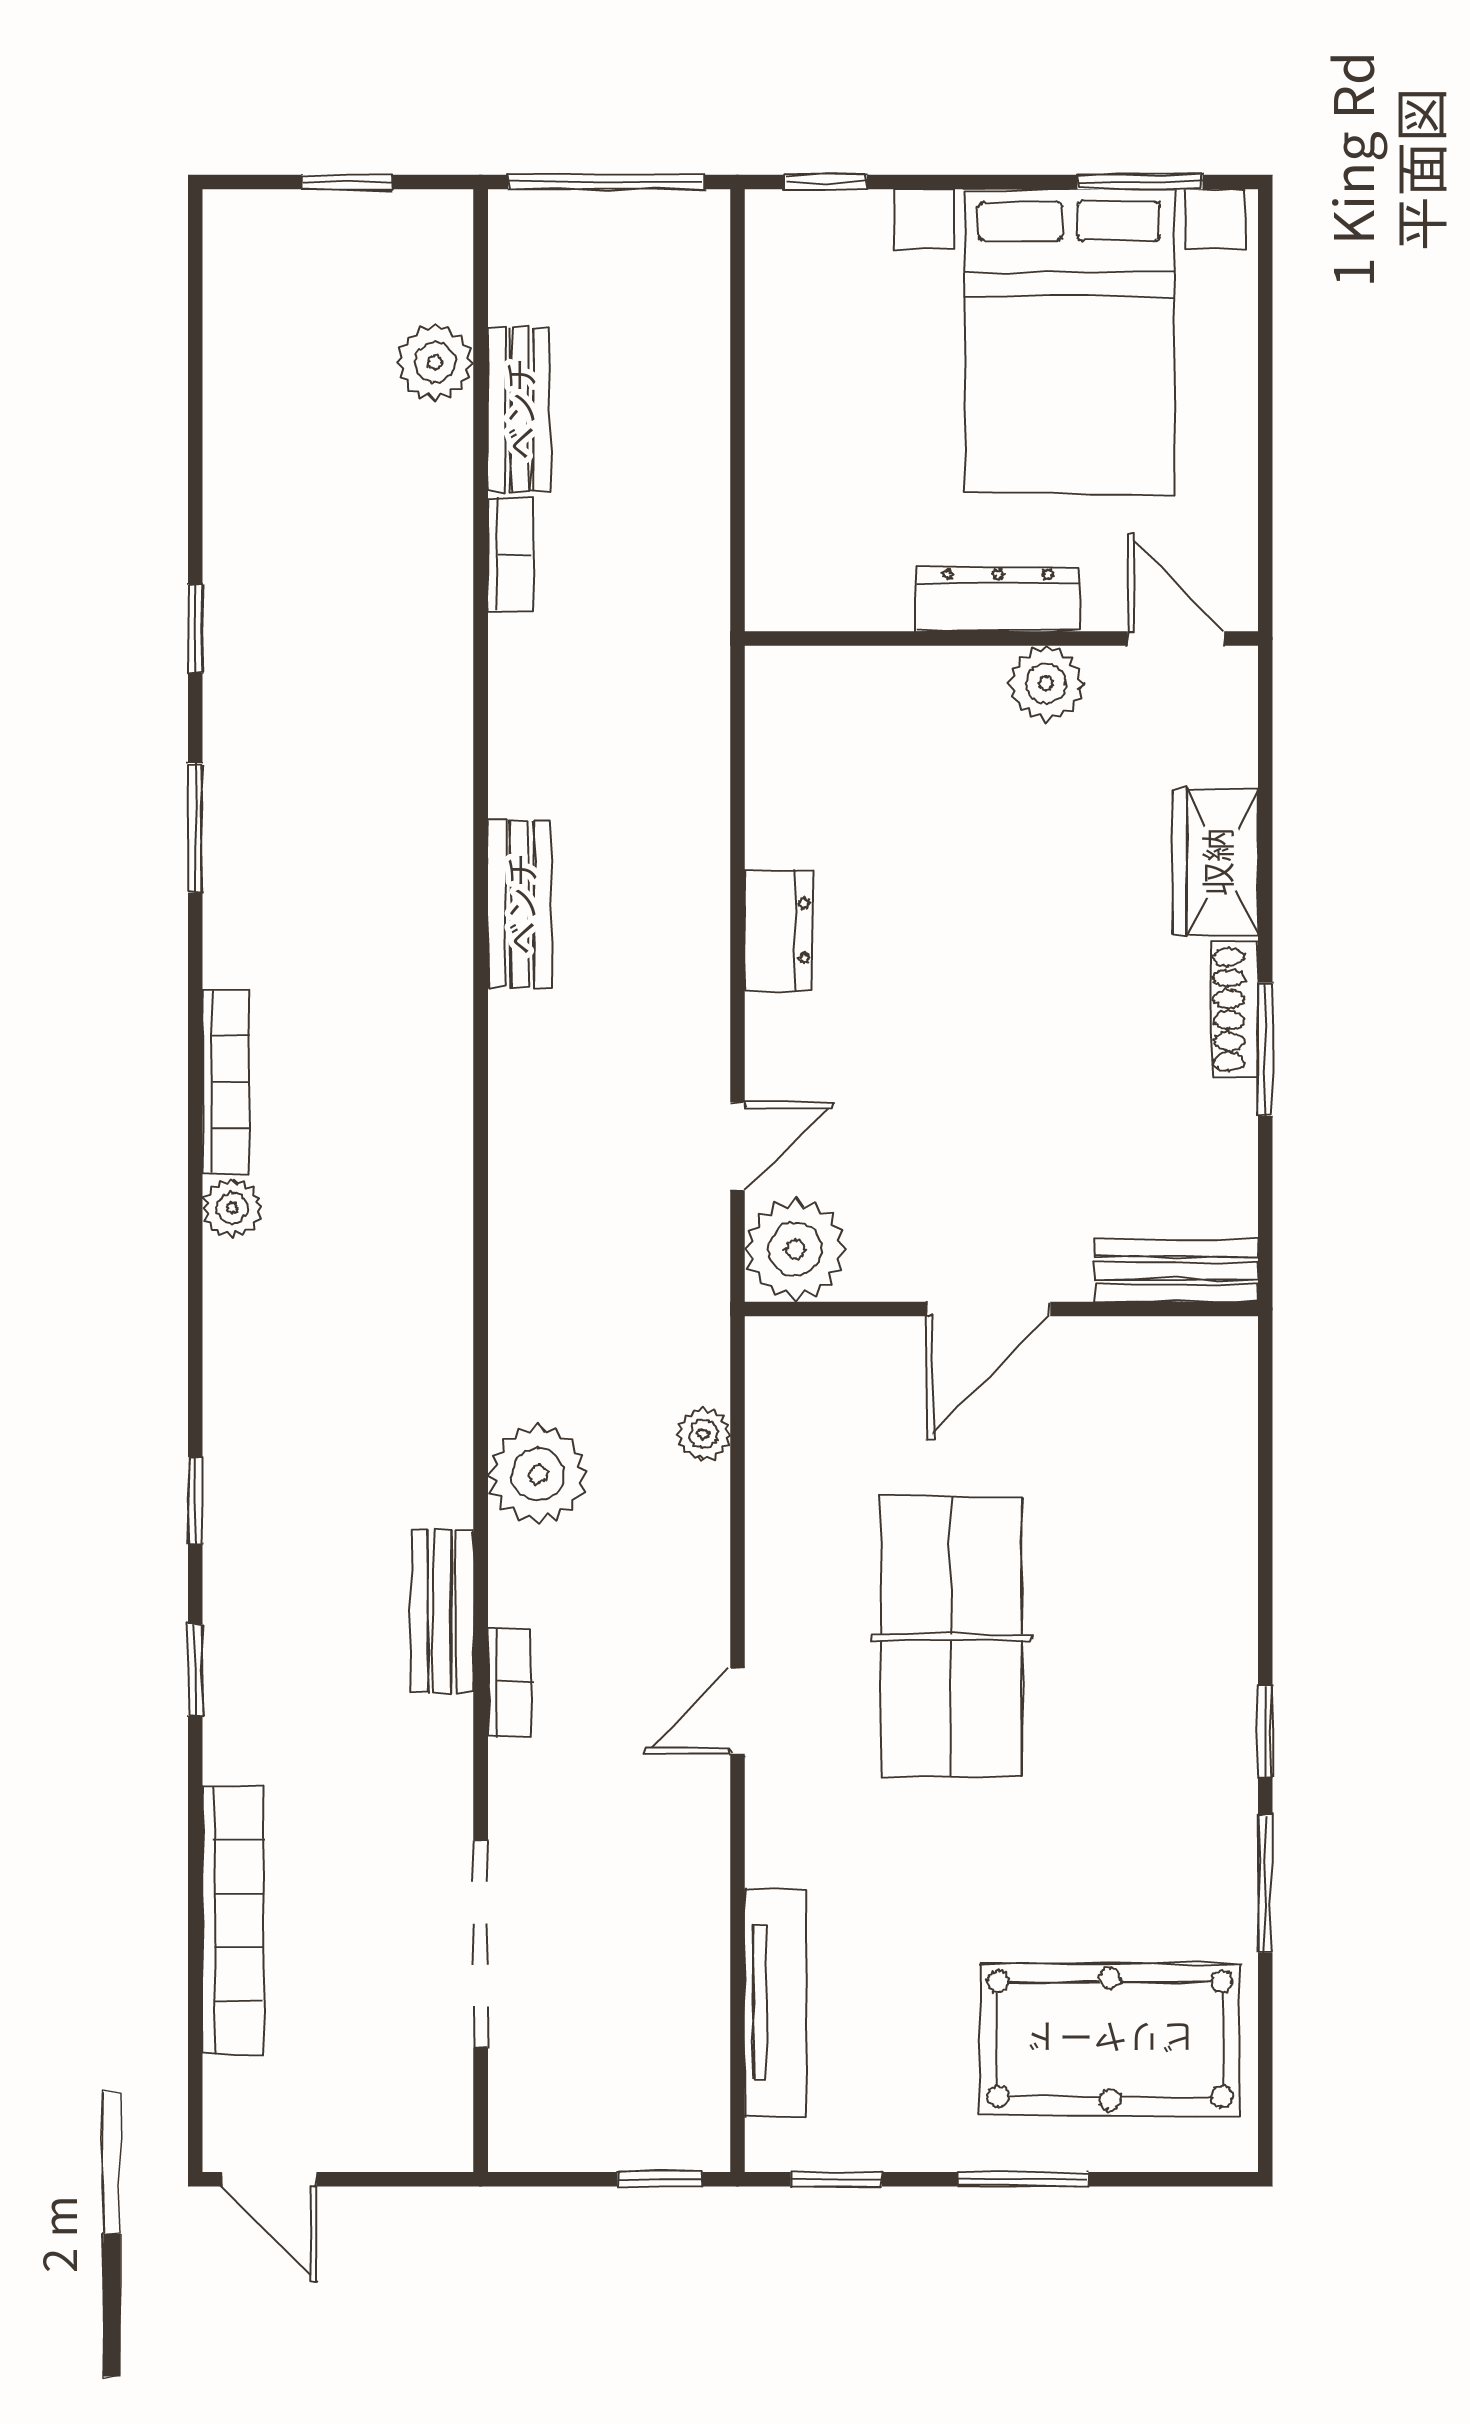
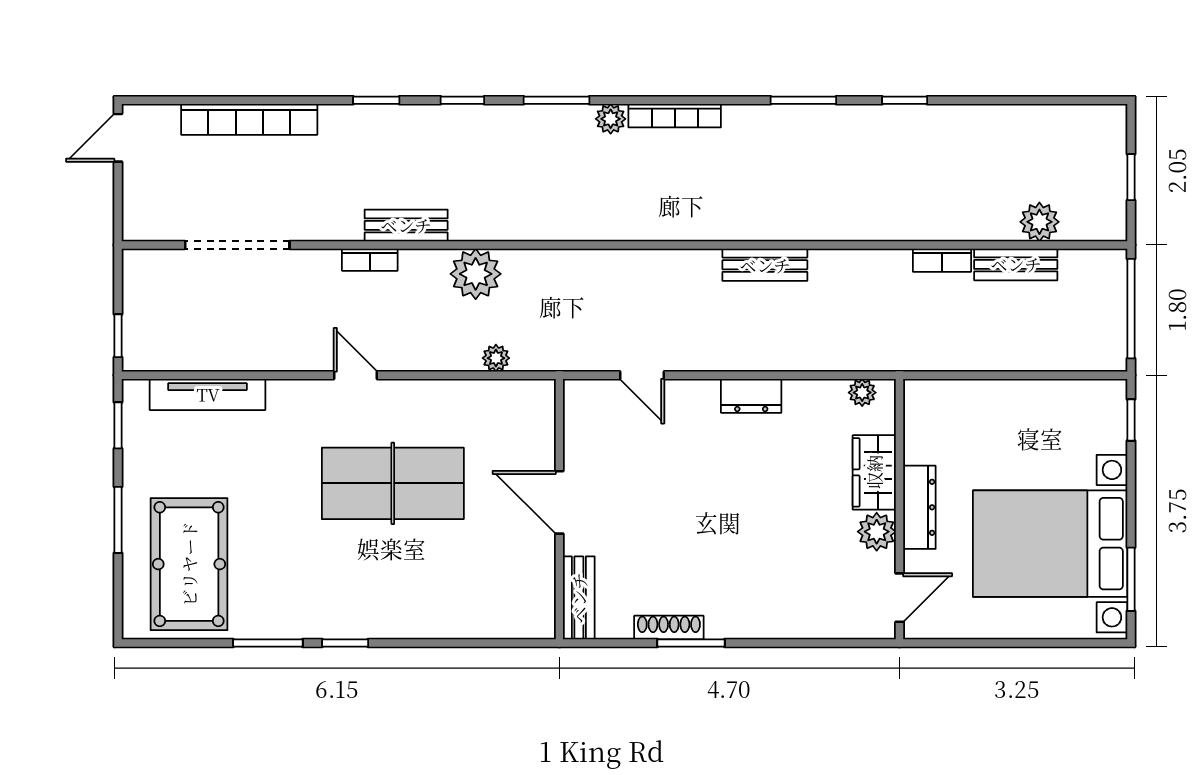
wardrobe: (1216, 862) -> (874, 472), moved, turned -90
shoe rack: (1235, 1010) -> (669, 627), moved
plant: (795, 1249) -> (862, 393), moved, width x0.53, depth x0.53
window: (195, 1314) -> (557, 100), added

